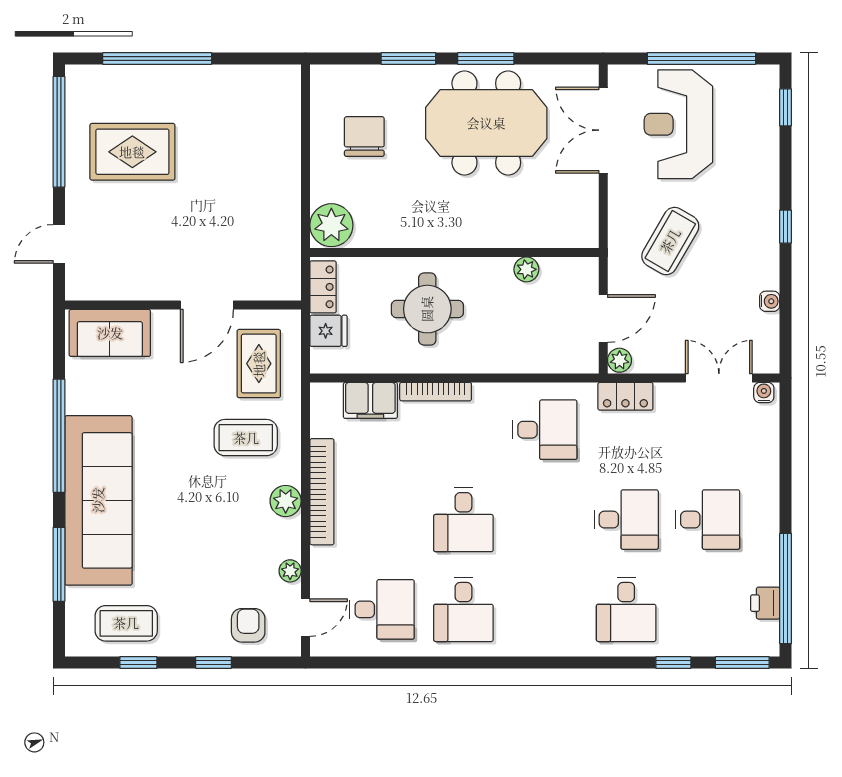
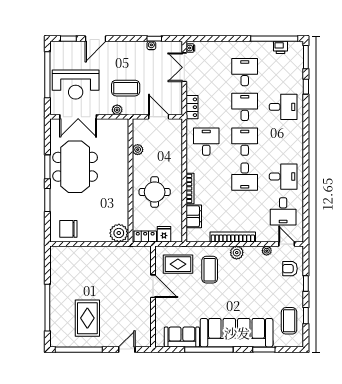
chair: (364, 137) -> (68, 229), moved
door: (786, 171) -> (96, 39), added
window: (786, 227) -> (154, 39), moved
coffee table: (670, 241) -> (126, 88), turned -30
door: (59, 244) -> (127, 350), swing flipped
sofa: (110, 333) -> (182, 337), moved, turned -90
plant: (620, 360) -> (117, 110), moved
desk: (463, 520) -> (245, 177), turned 90
desk: (545, 520) -> (245, 142), added
window: (59, 564) -> (264, 350), width x0.69
desk: (382, 609) -> (283, 211), turned 180

